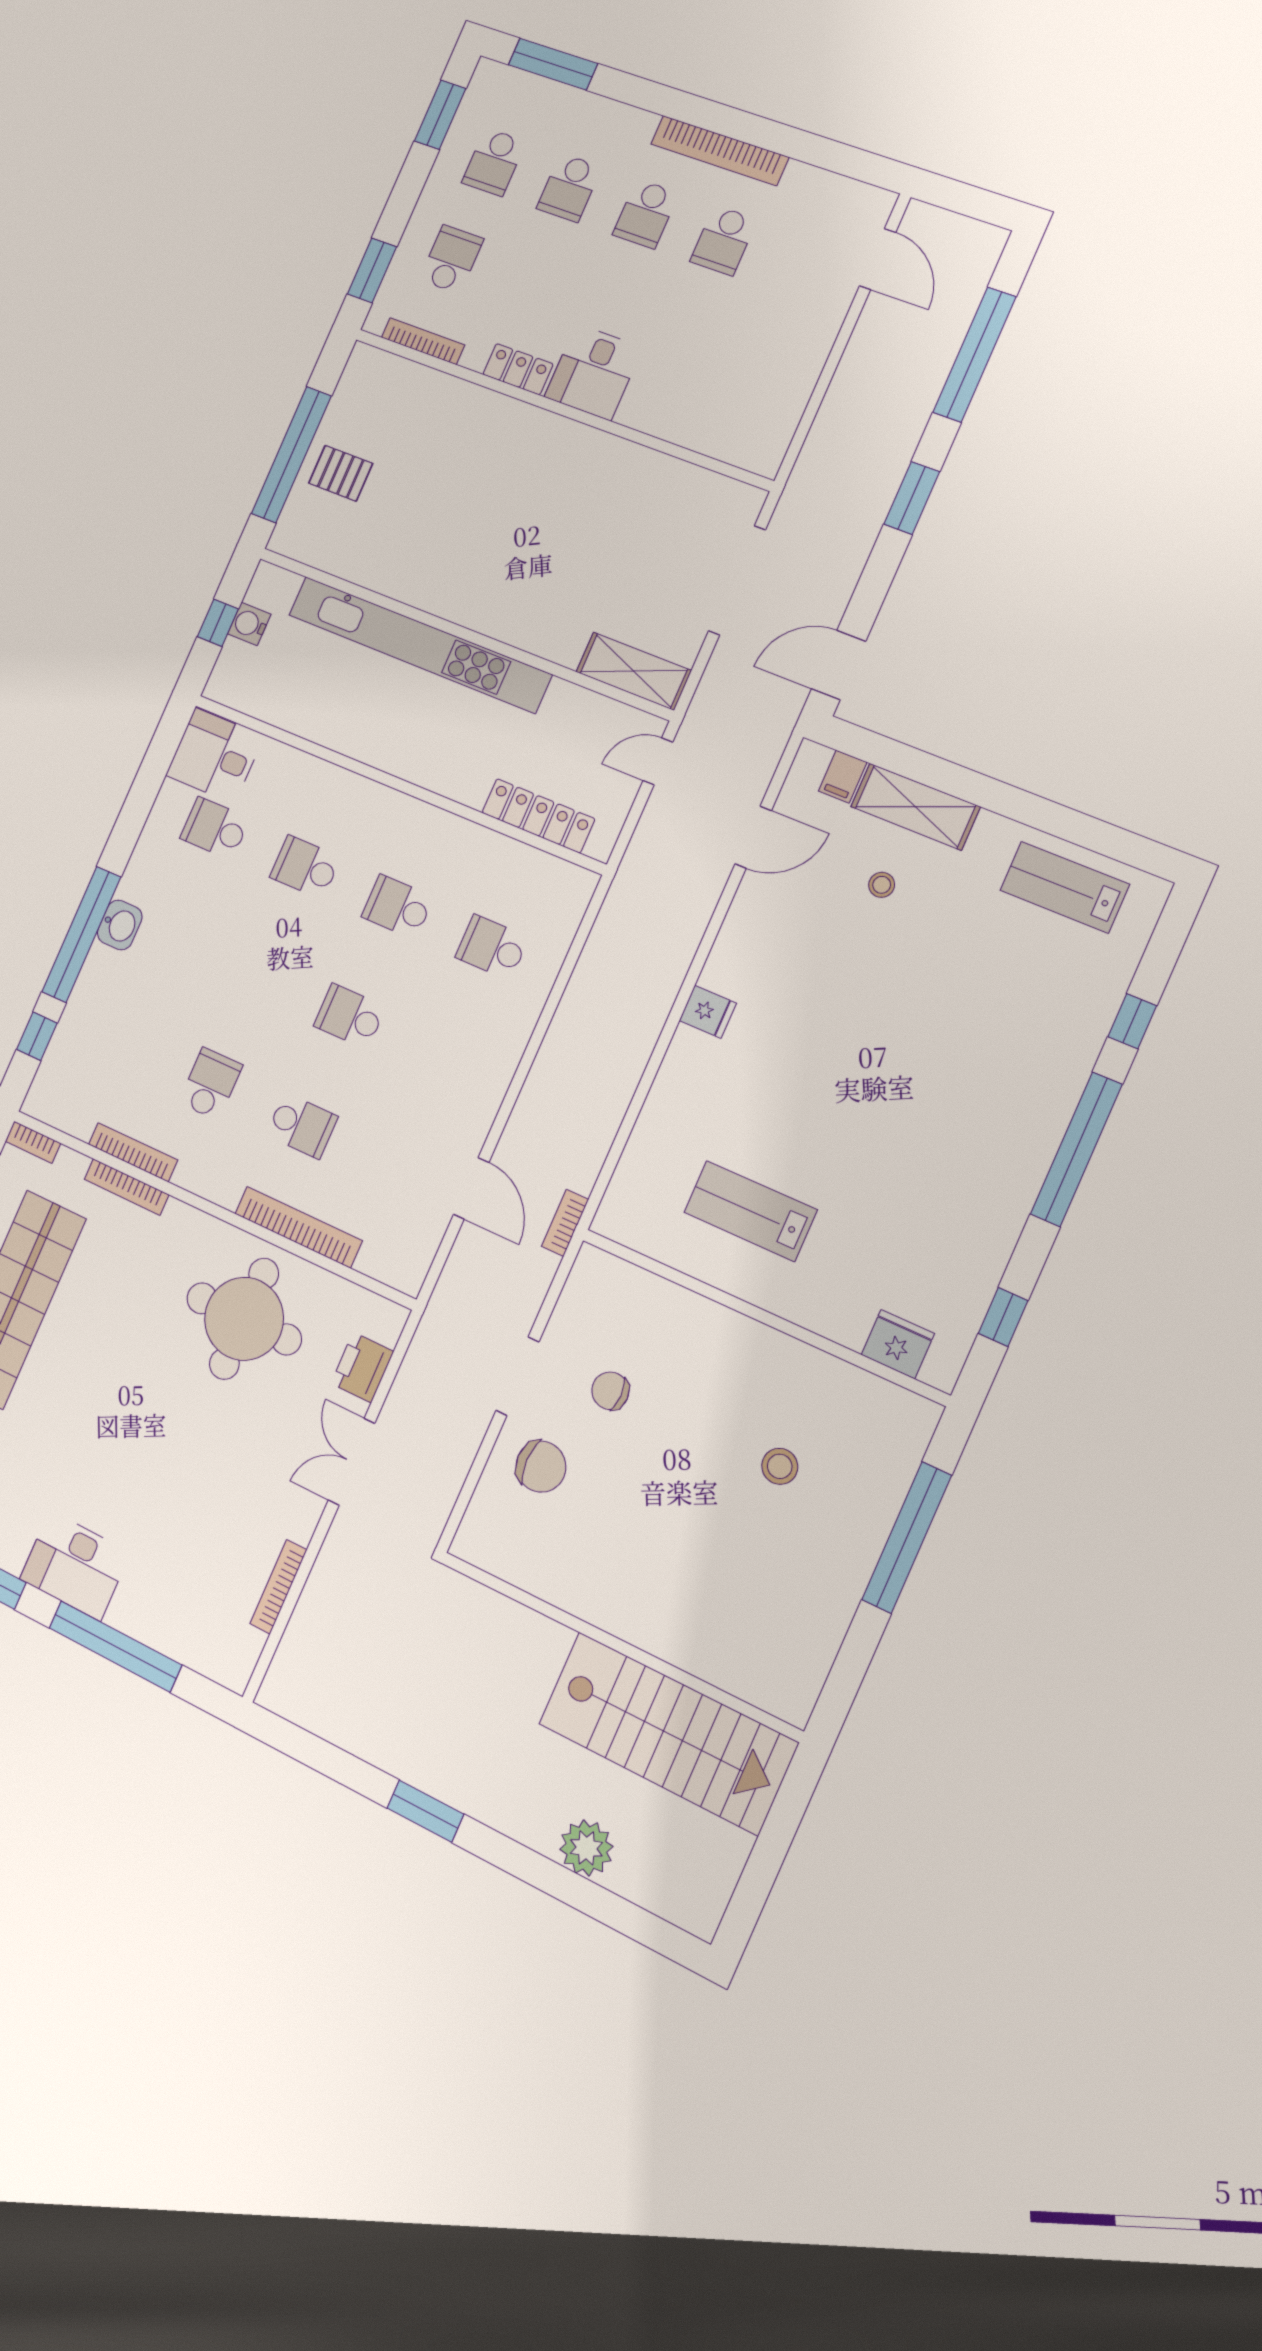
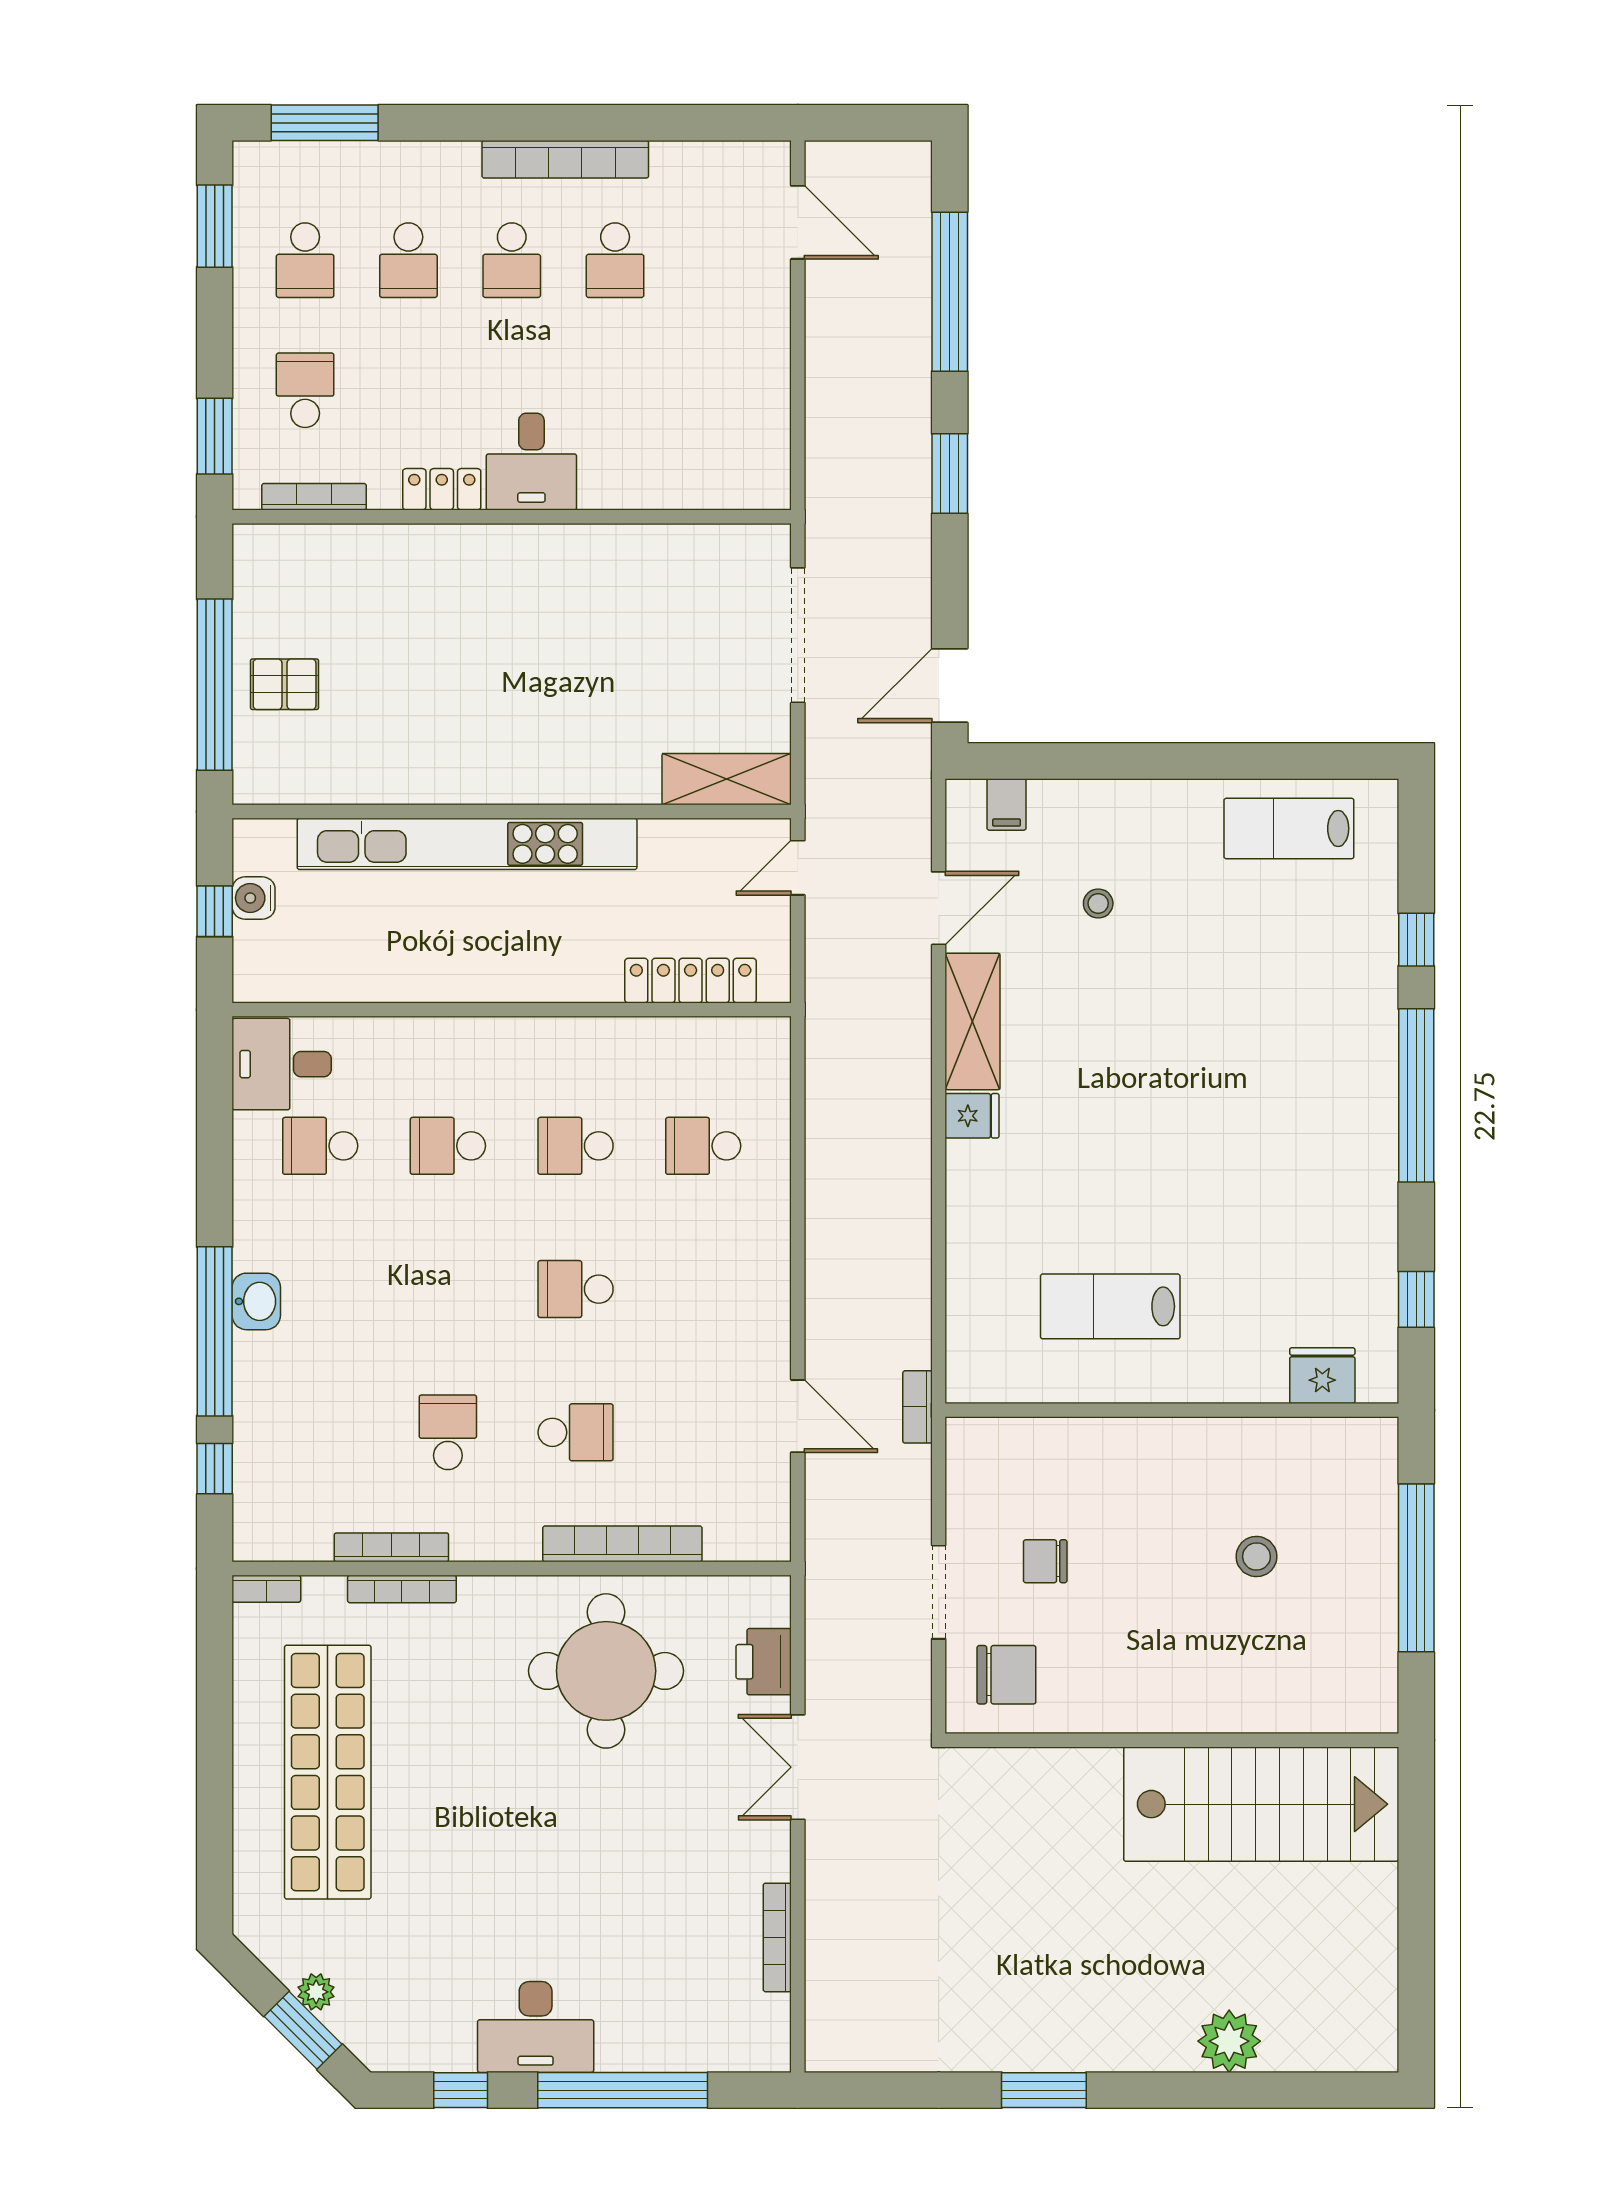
shelving: (915, 807) -> (973, 1021), moved, turned 90
wall: (619, 1646) -> (1172, 1740), moved
stairs: (668, 1733) -> (1261, 1804), moved

